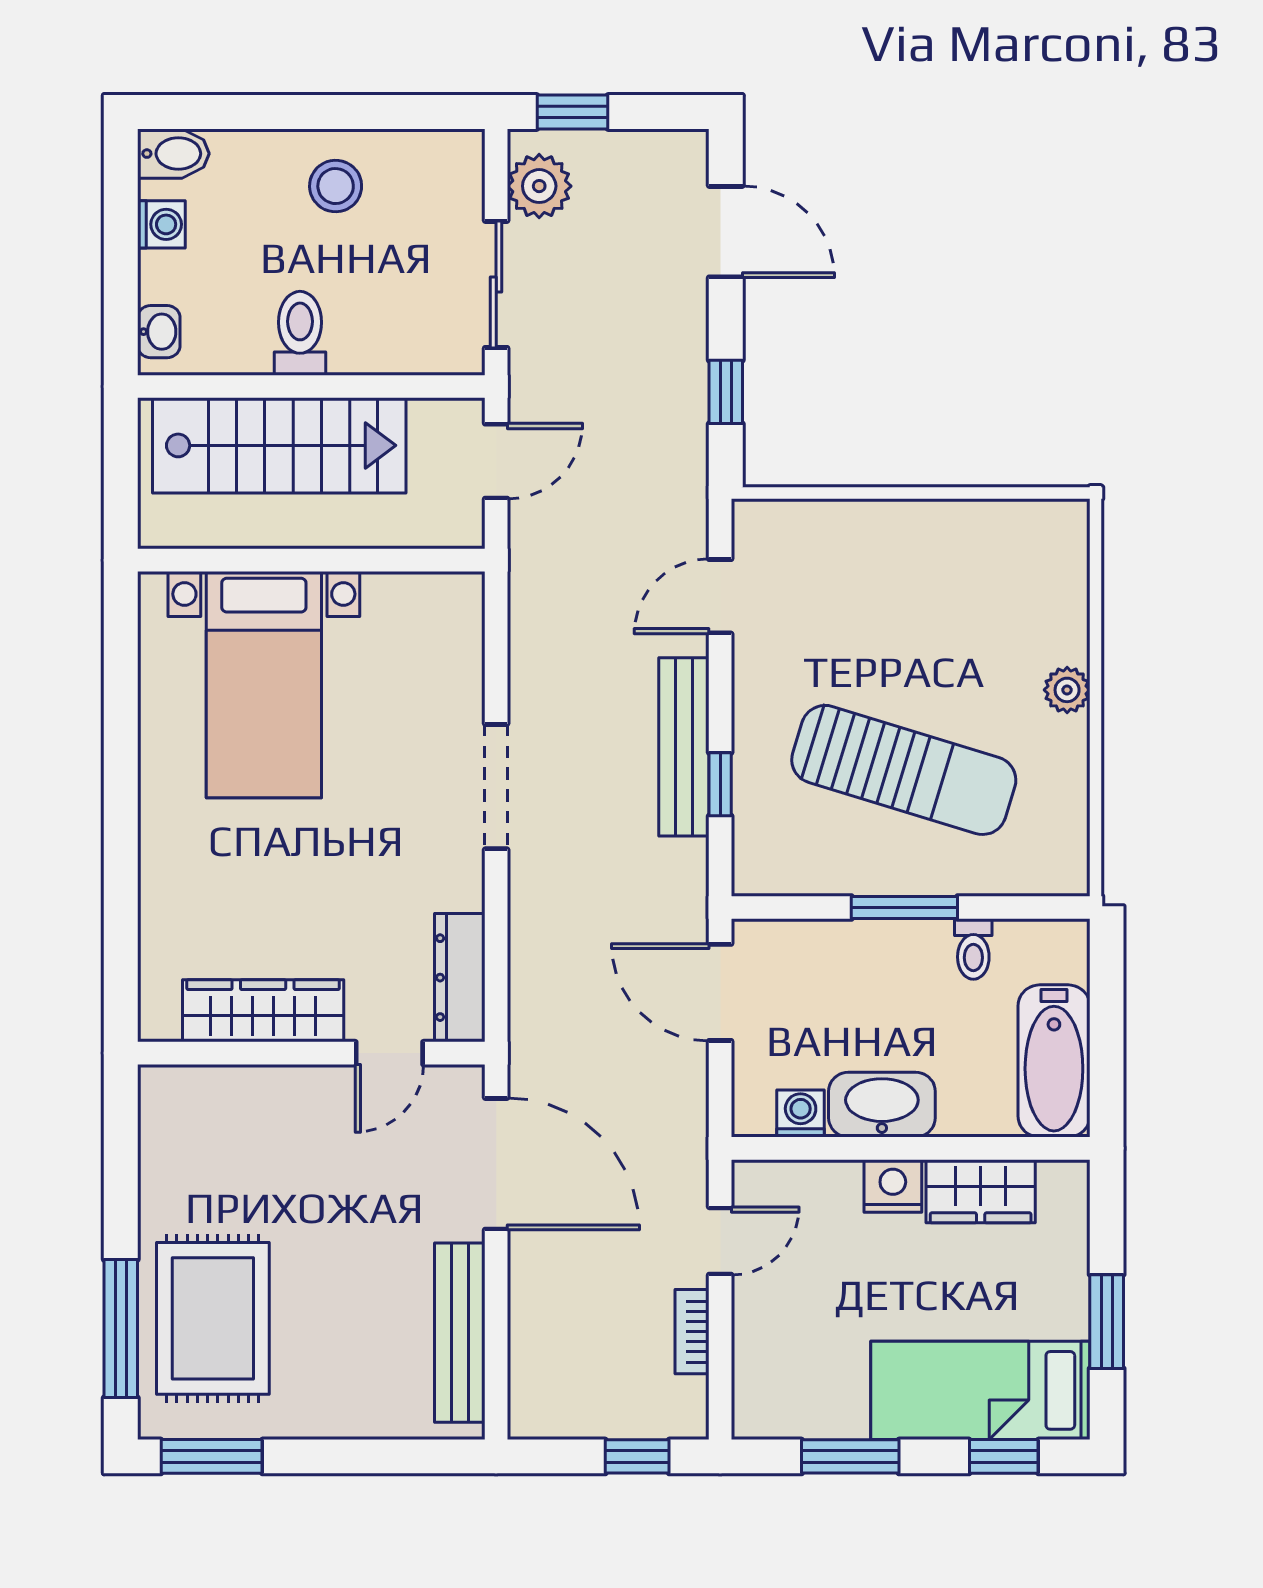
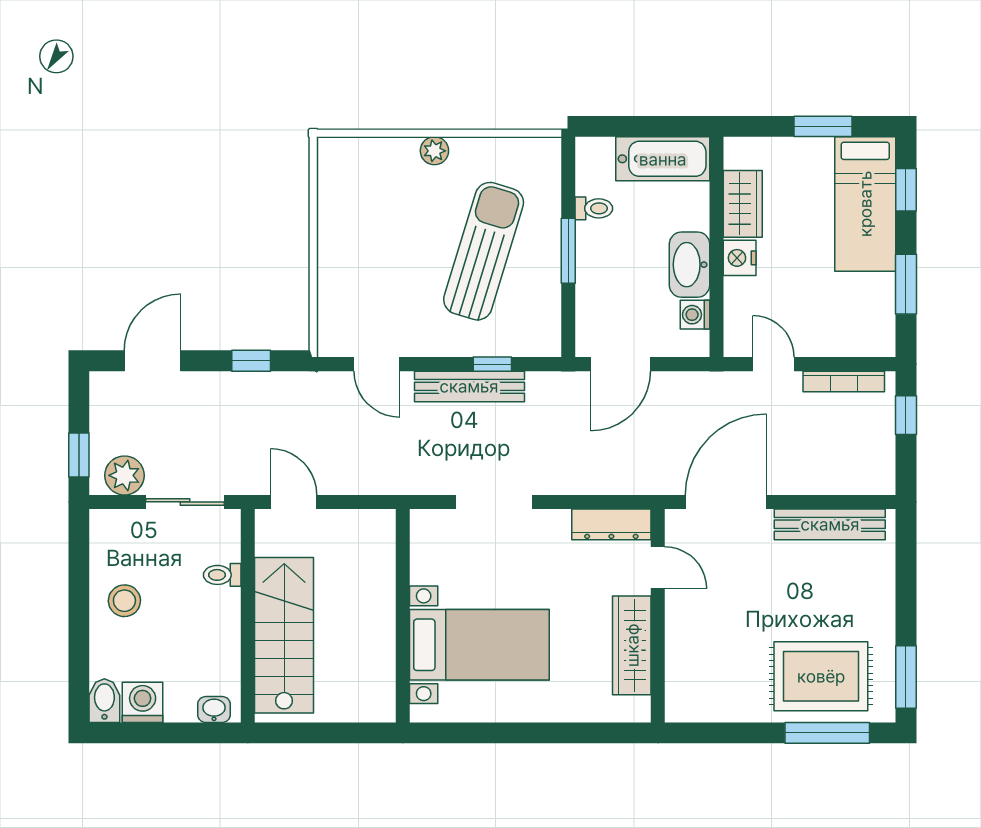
washing machine: (161, 224) -> (143, 702), width x1.38, depth x1.38
toilet: (300, 333) -> (222, 575), moved, width x0.73, depth x0.72
wall: (311, 560) -> (403, 616), moved
bed with nightstands: (264, 685) -> (479, 645), moved
bookcase: (692, 1332) -> (844, 381), width x1.56

